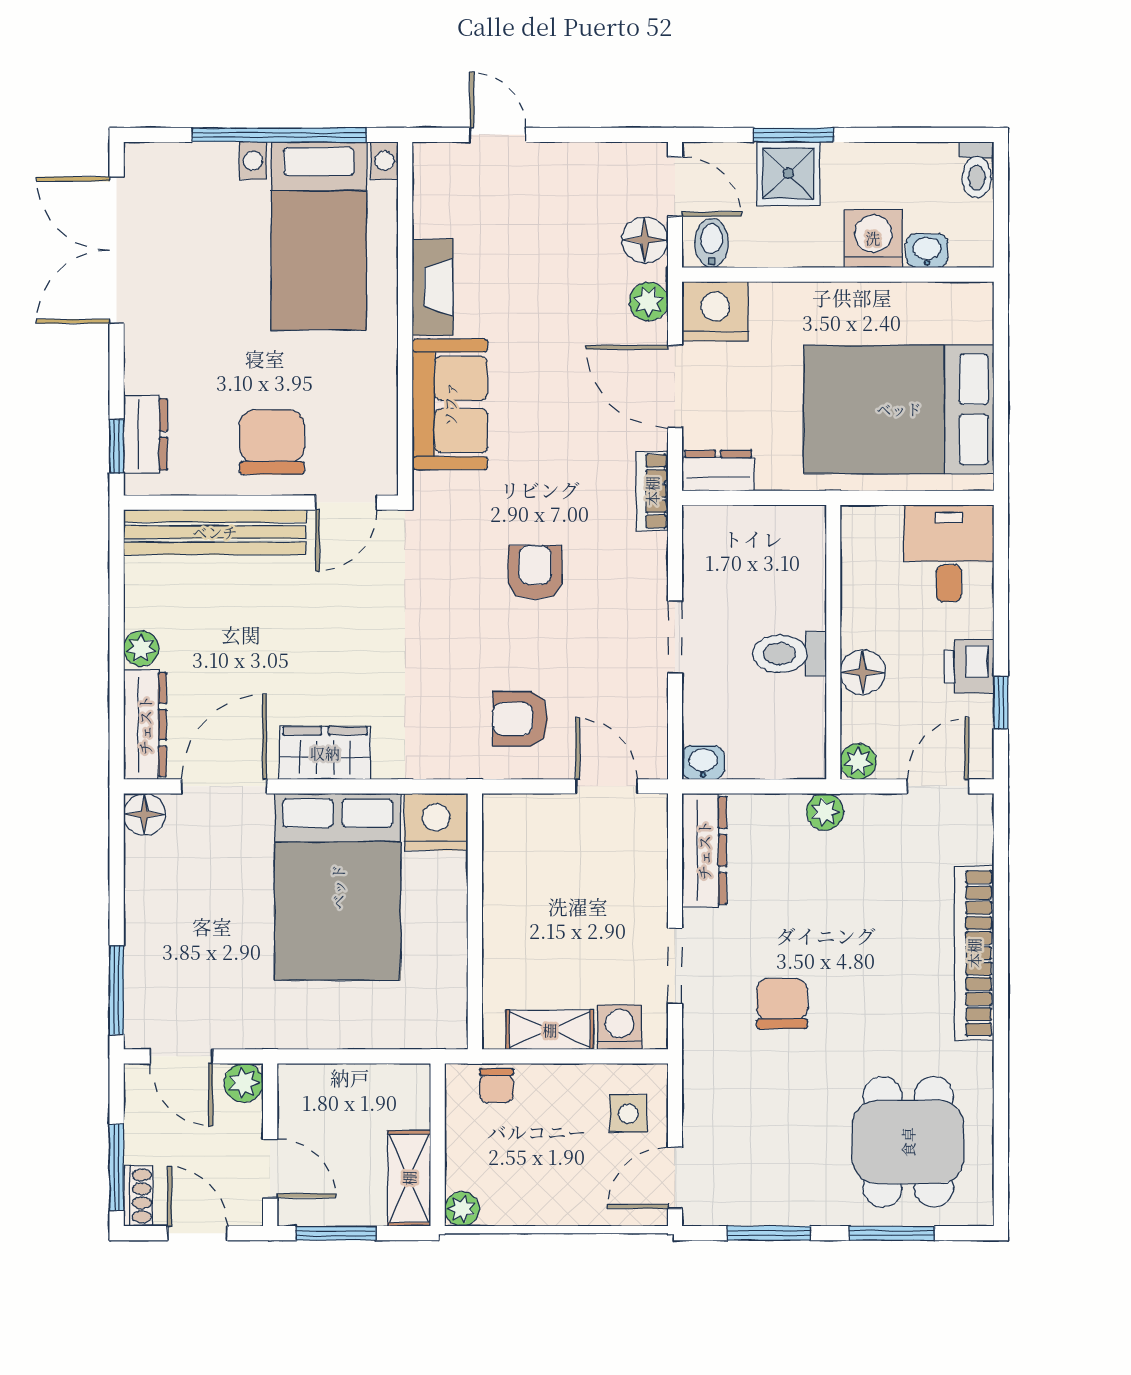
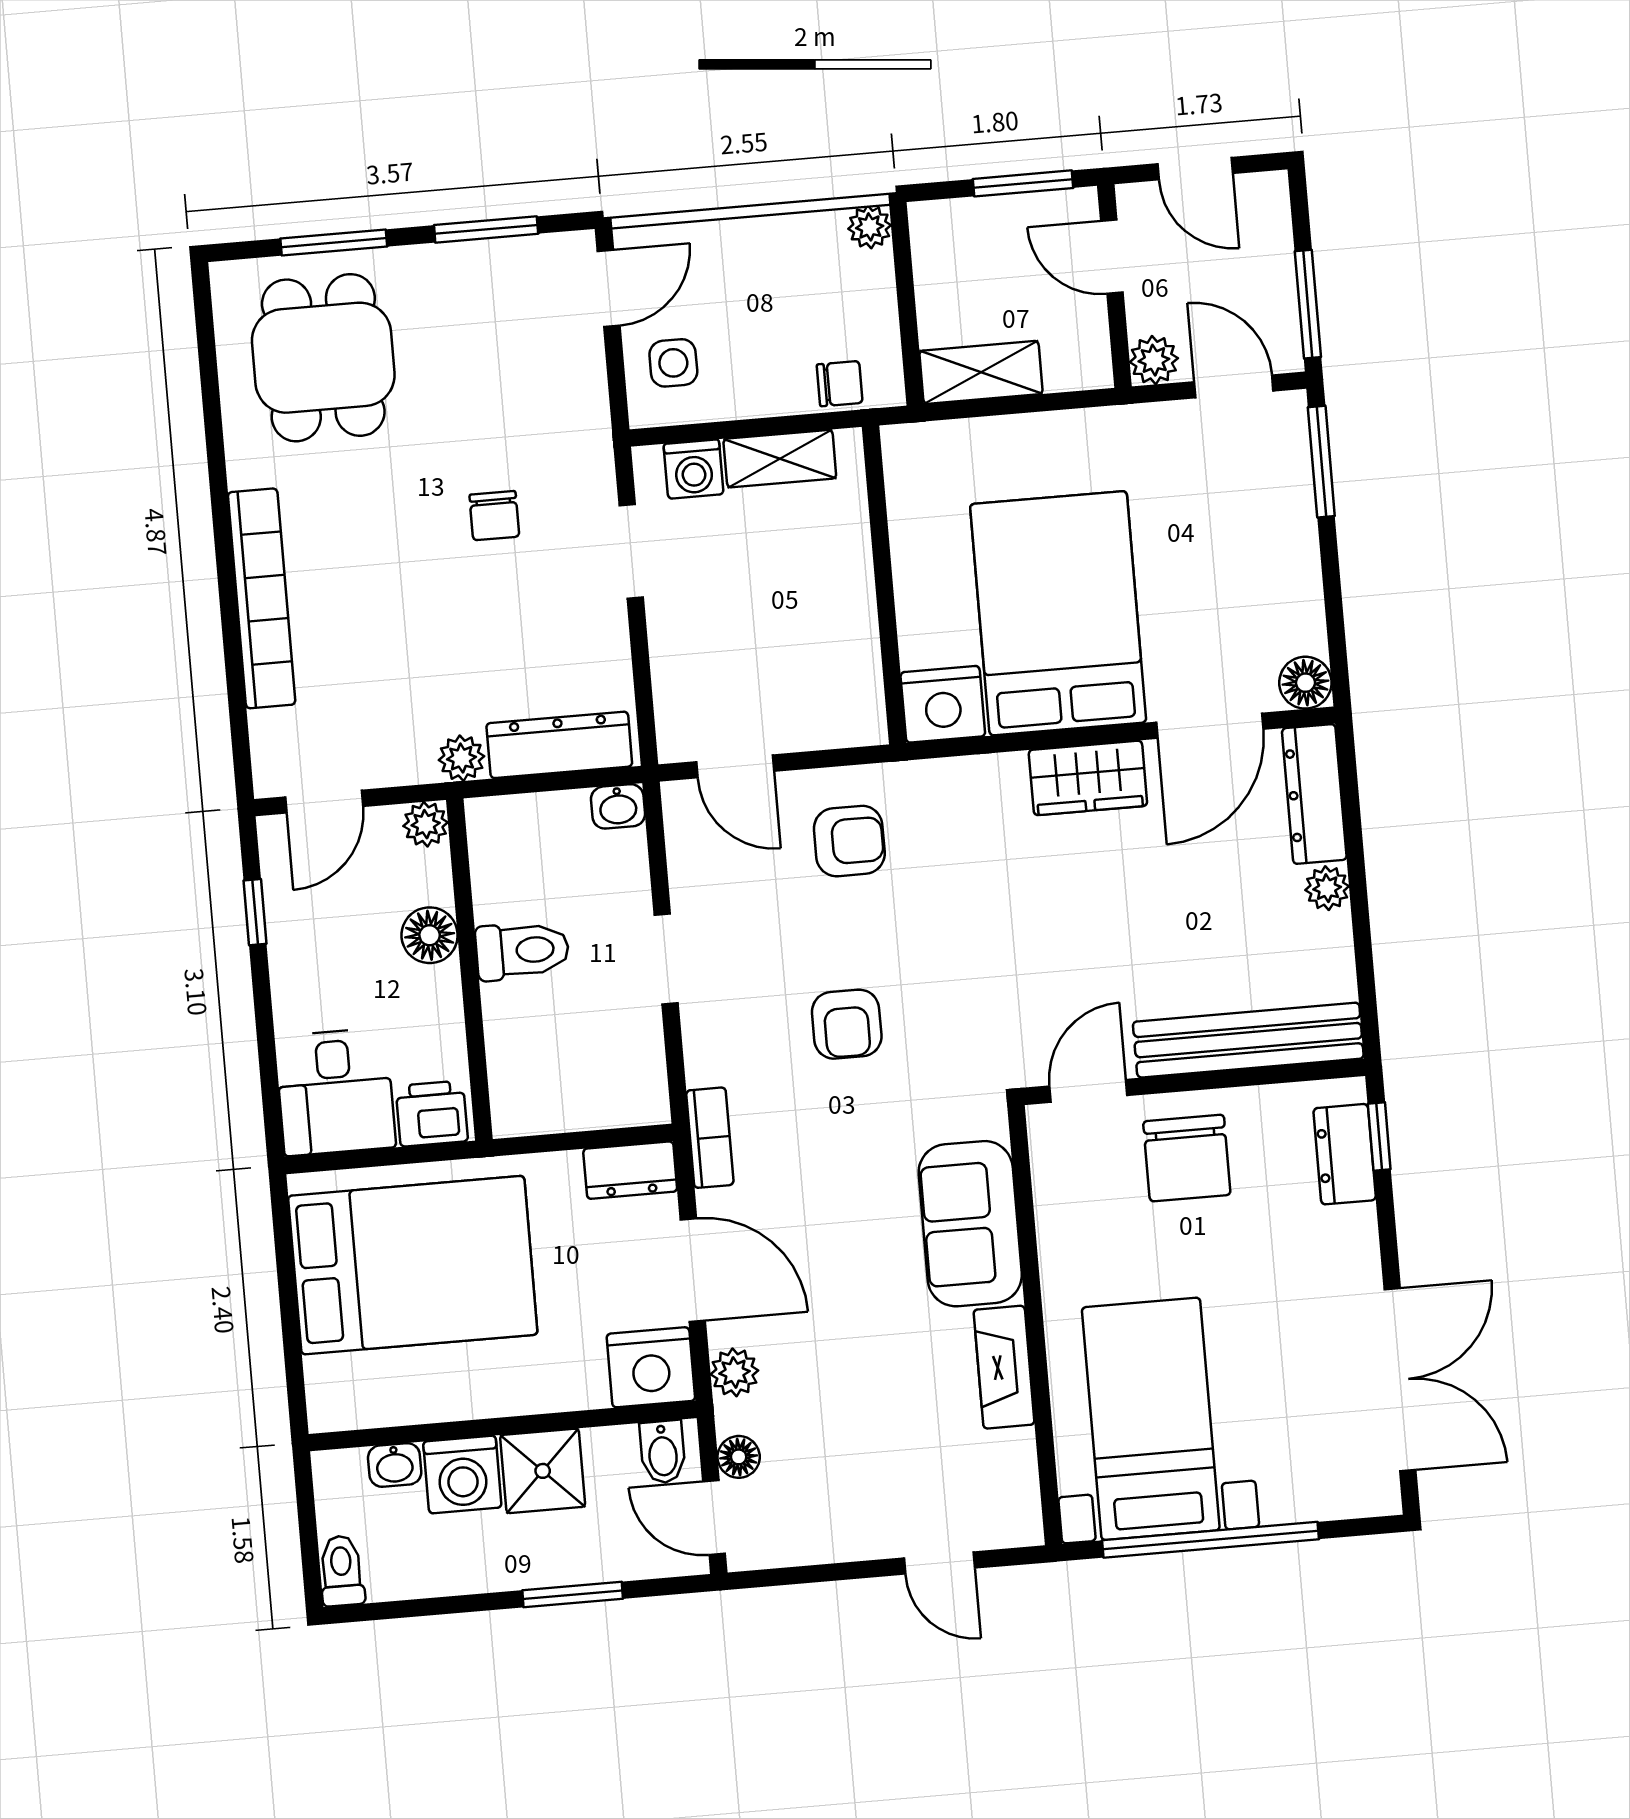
shower: (788, 174) -> (543, 1471), moved
floor lamp: (645, 240) -> (739, 1457), width x0.73, depth x0.73
printer: (969, 666) -> (432, 1113), moved, turned -90
dresser: (704, 850) -> (559, 745), moved, turned 90
chair: (782, 1004) -> (494, 516), width x0.73, depth x0.73
chair: (497, 1086) -> (840, 384), turned 90
window: (117, 1167) -> (1308, 304), moved
shelving: (409, 1178) -> (981, 372), moved, turned 90
shoe rack: (138, 1196) -> (1273, 209), removed

